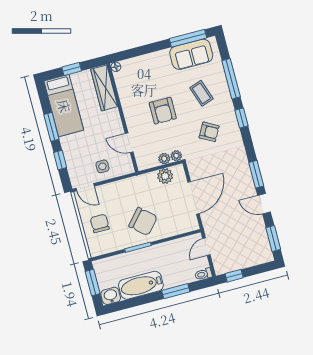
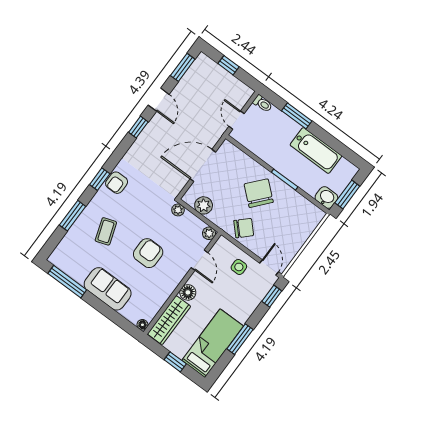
sofa: (191, 54) -> (108, 289), moved
window: (231, 79) -> (73, 216), width x0.69
floor lamp: (113, 117) -> (188, 292), added
armchair: (209, 132) -> (117, 183), moved, turned -119
plant: (164, 159) -> (209, 233), moved
window: (60, 160) -> (272, 296), moved
window: (256, 174) -> (138, 127), width x0.67
chair: (100, 223) -> (244, 228), moved, turned -134
door: (206, 247) -> (237, 120), swing flipped
window: (234, 276) -> (229, 65), moved
washbasin: (111, 296) -> (326, 197), moved, turned 180

